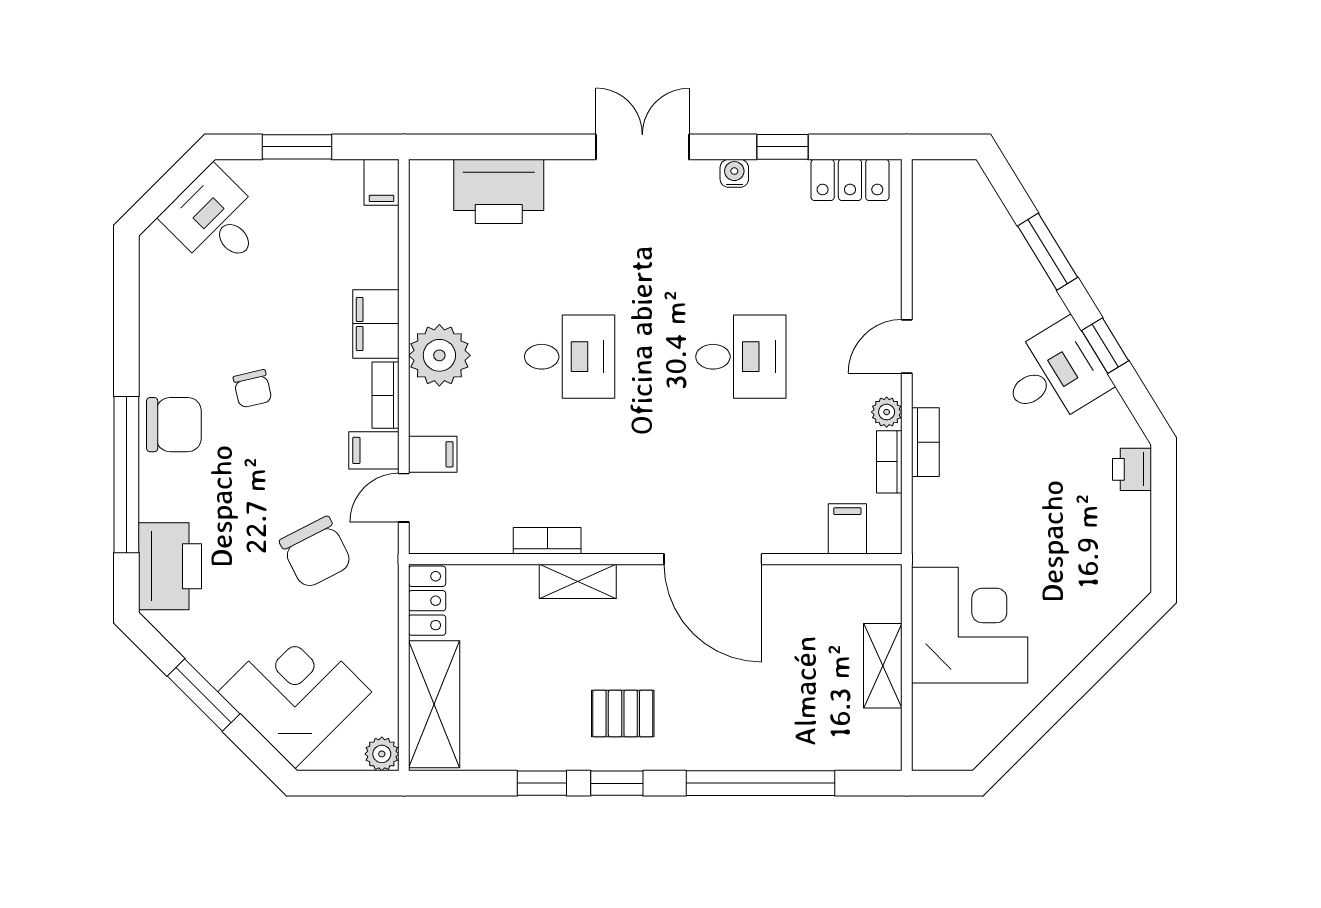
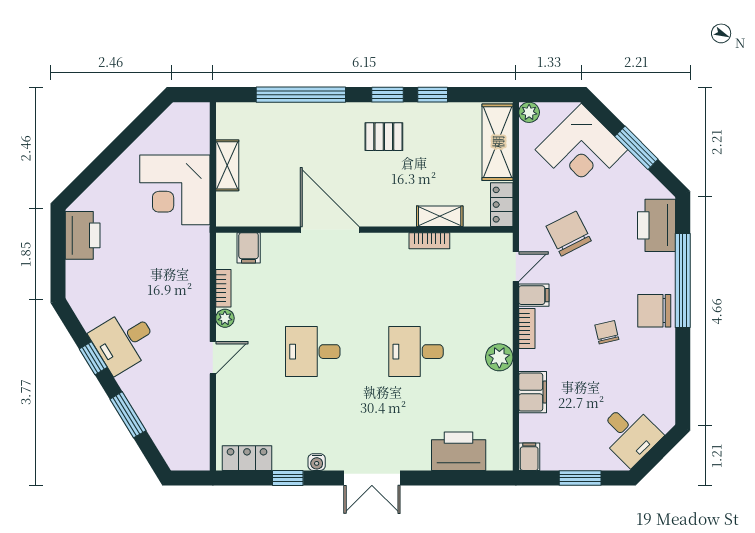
filing cabinet: (376, 324) -> (533, 392), moved
plant: (439, 355) -> (499, 357), width x0.73, depth x0.73
bookcase: (925, 442) -> (202, 300), removed
filing cabinet: (433, 454) -> (498, 293), removed
printer: (1132, 469) -> (83, 235), moved, width x1.87, depth x1.48
shelving: (578, 581) -> (440, 216), moved

